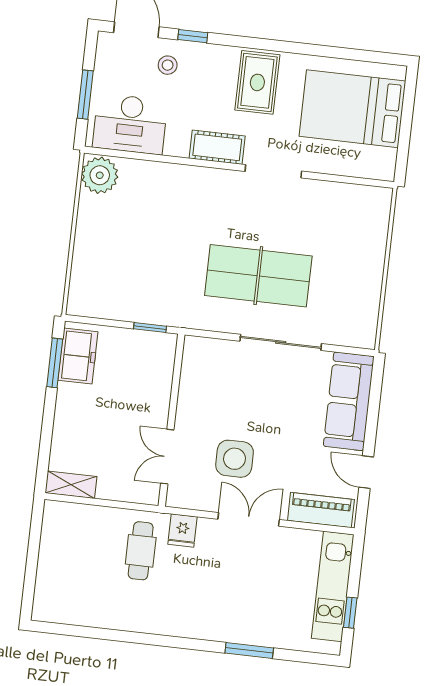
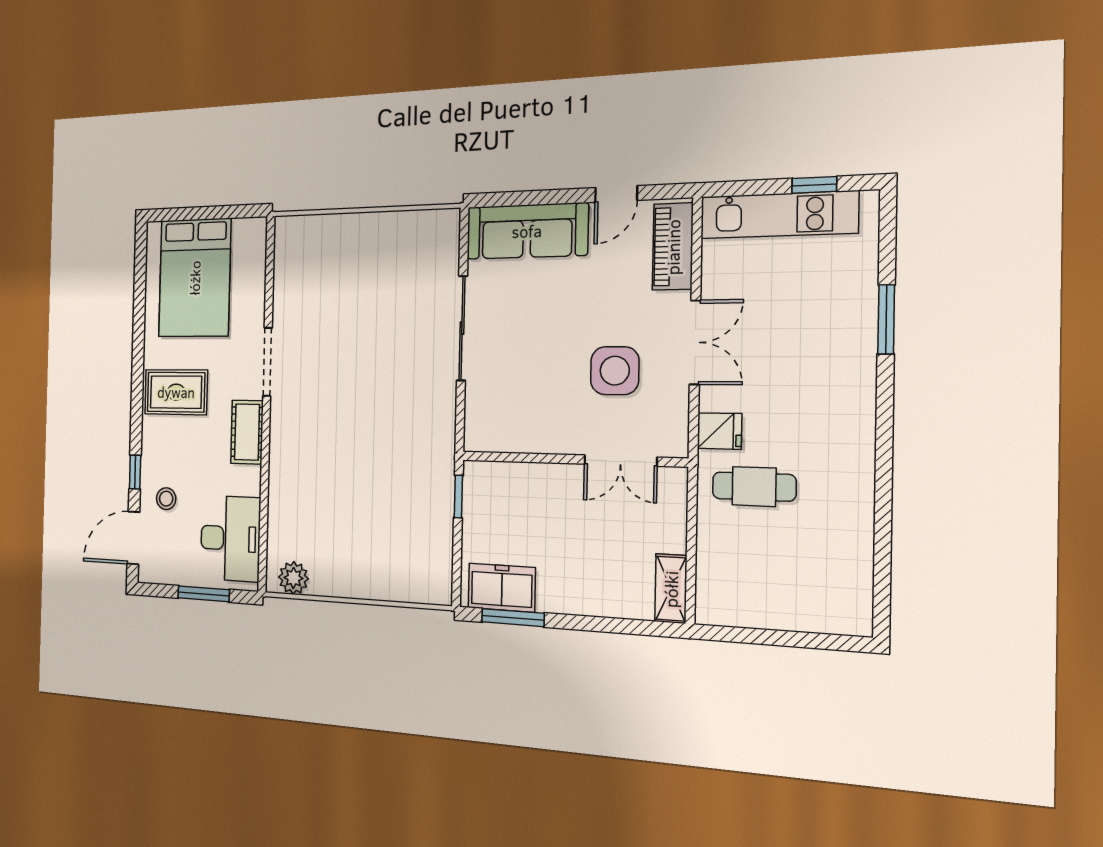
plant: (100, 175) -> (293, 578), width x0.73, depth x0.73
table tennis table: (258, 276) -> (385, 366), removed
double door: (249, 519) -> (695, 342), swing flipped

